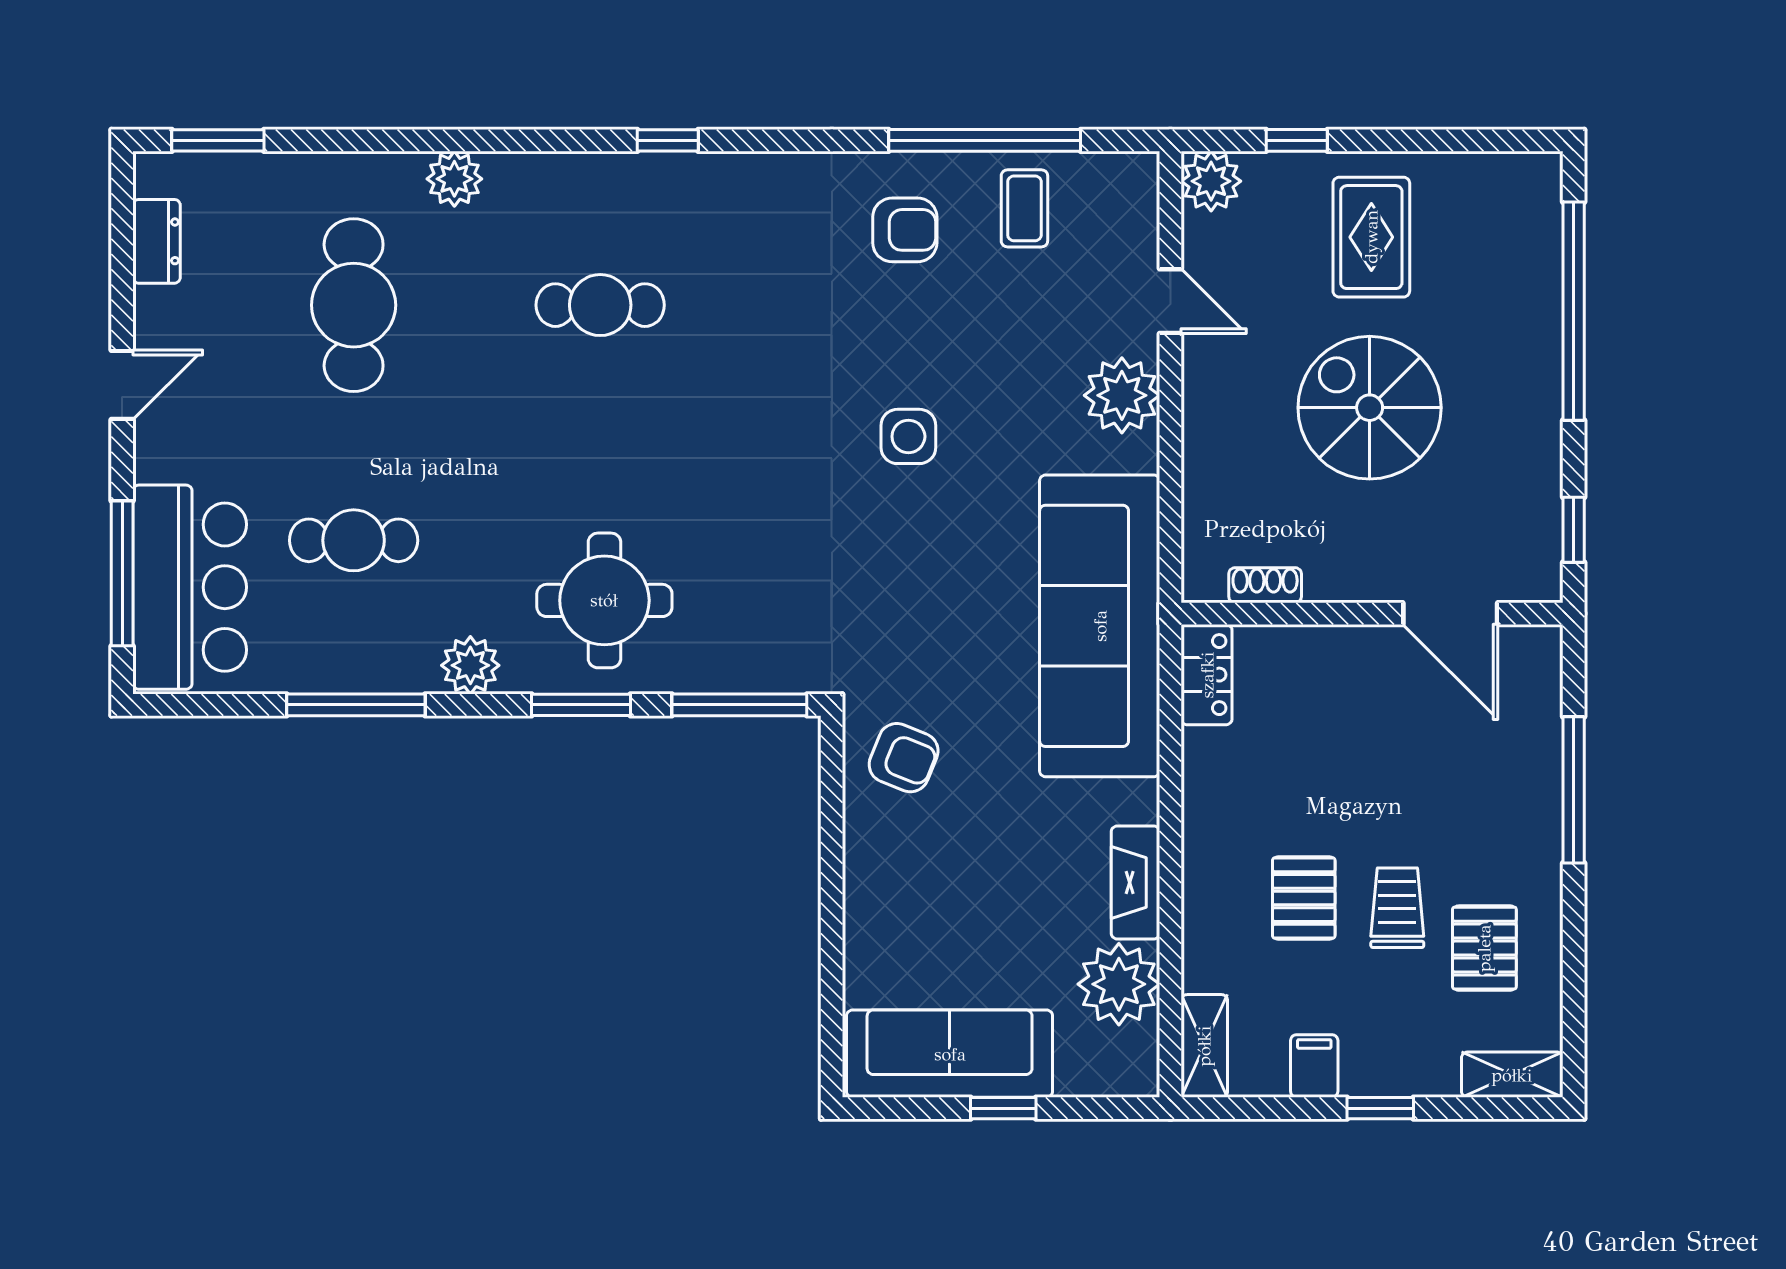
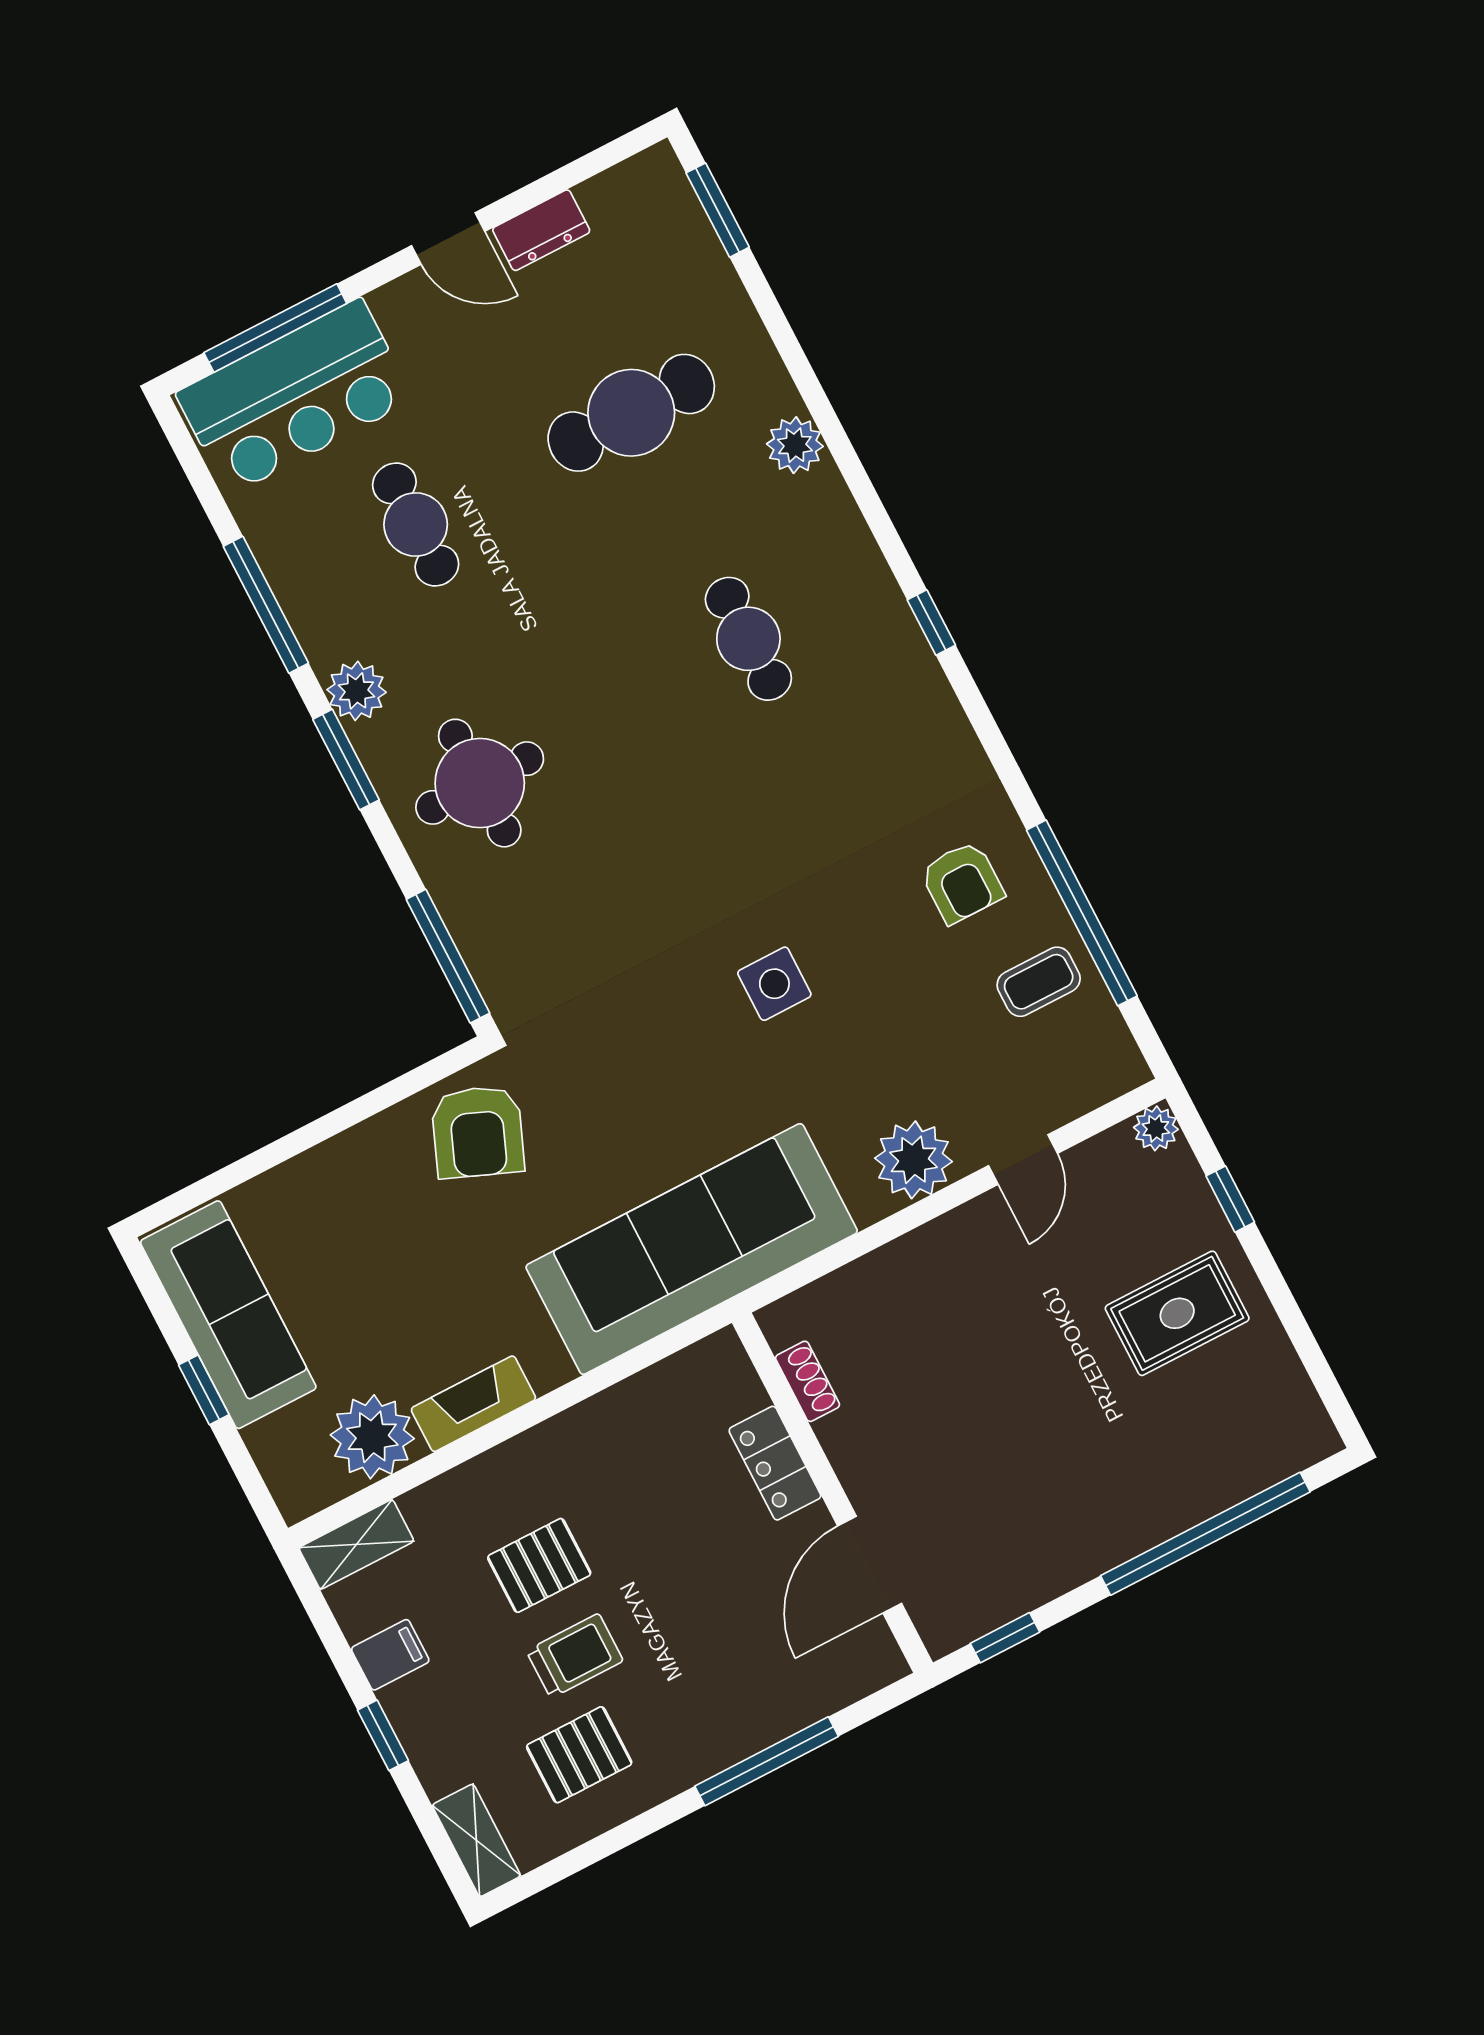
plant: (1211, 181) -> (1156, 1128), width x0.73, depth x0.73
dresser: (157, 241) -> (541, 230), moved
spiral stairs: (1370, 408) -> (1020, 1393), removed
locker: (1207, 675) -> (775, 1463), moved, turned 90
window: (581, 705) -> (346, 760), moved
armchair: (904, 758) -> (478, 1132), width x1.38, depth x1.38

